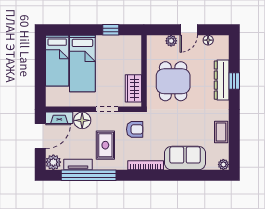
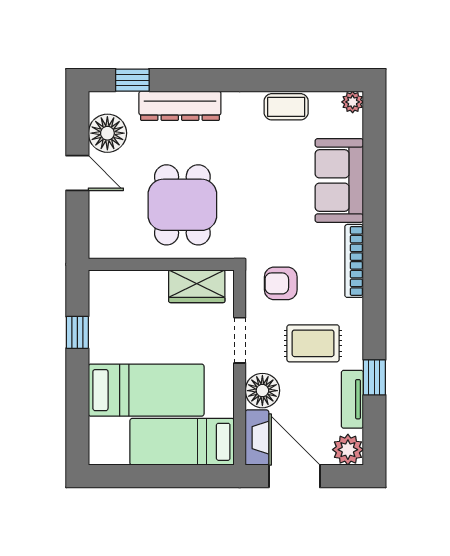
floor lamp: (208, 40) -> (107, 133), width x1.89, depth x1.89
plant: (171, 41) -> (100, 209), removed
bed: (57, 61) -> (182, 442), moved, turned 180
dining table: (173, 81) -> (182, 205), turned 90
window: (234, 81) -> (132, 80), moved
armchair: (135, 129) -> (281, 283), turned -90
window: (89, 175) -> (374, 377), width x0.32

